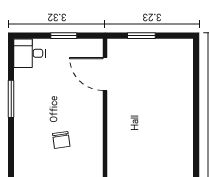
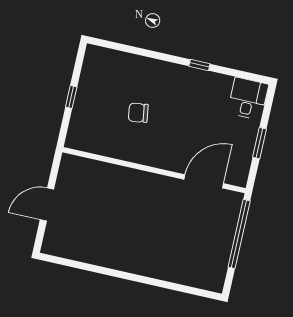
window: (141, 36) -> (239, 234), width x2.11
window: (11, 99) -> (199, 65), width x0.46

